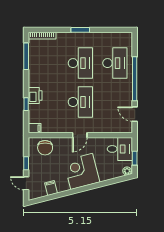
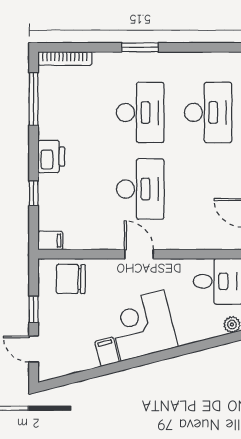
printer: (35, 95) -> (51, 157), moved
door: (80, 135) -> (139, 254), swing flipped
chair: (45, 148) -> (71, 279), turned 91
filing cabinet: (51, 188) -> (107, 352), moved

